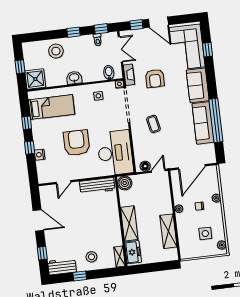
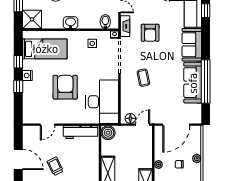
nightstand: (40, 155) -> (27, 76), moved
trolley: (76, 223) -> (55, 166), added

